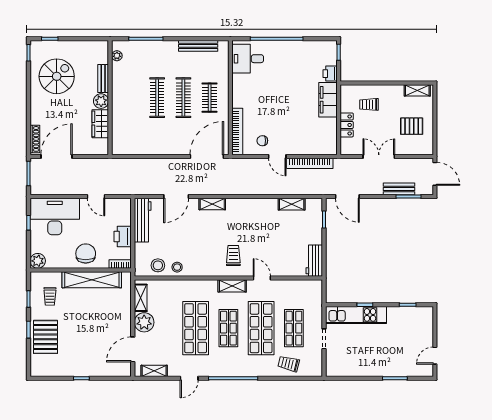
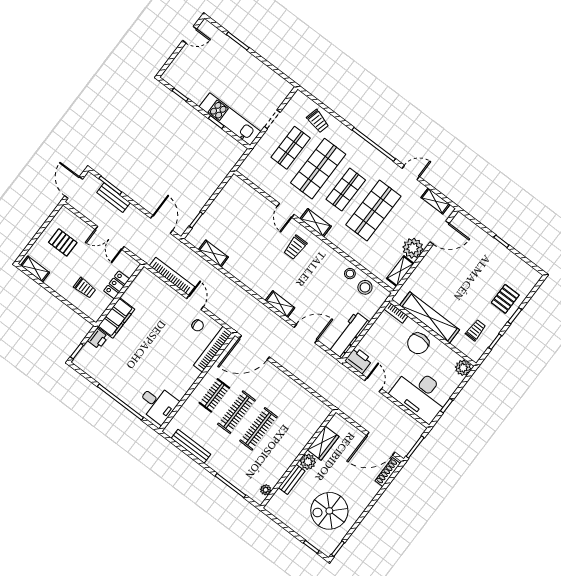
printer: (123, 236) -> (359, 360), moved, turned -90
workbench: (314, 261) -> (231, 192), removed
pallet: (45, 337) -> (505, 299), width x0.67, depth x0.71

